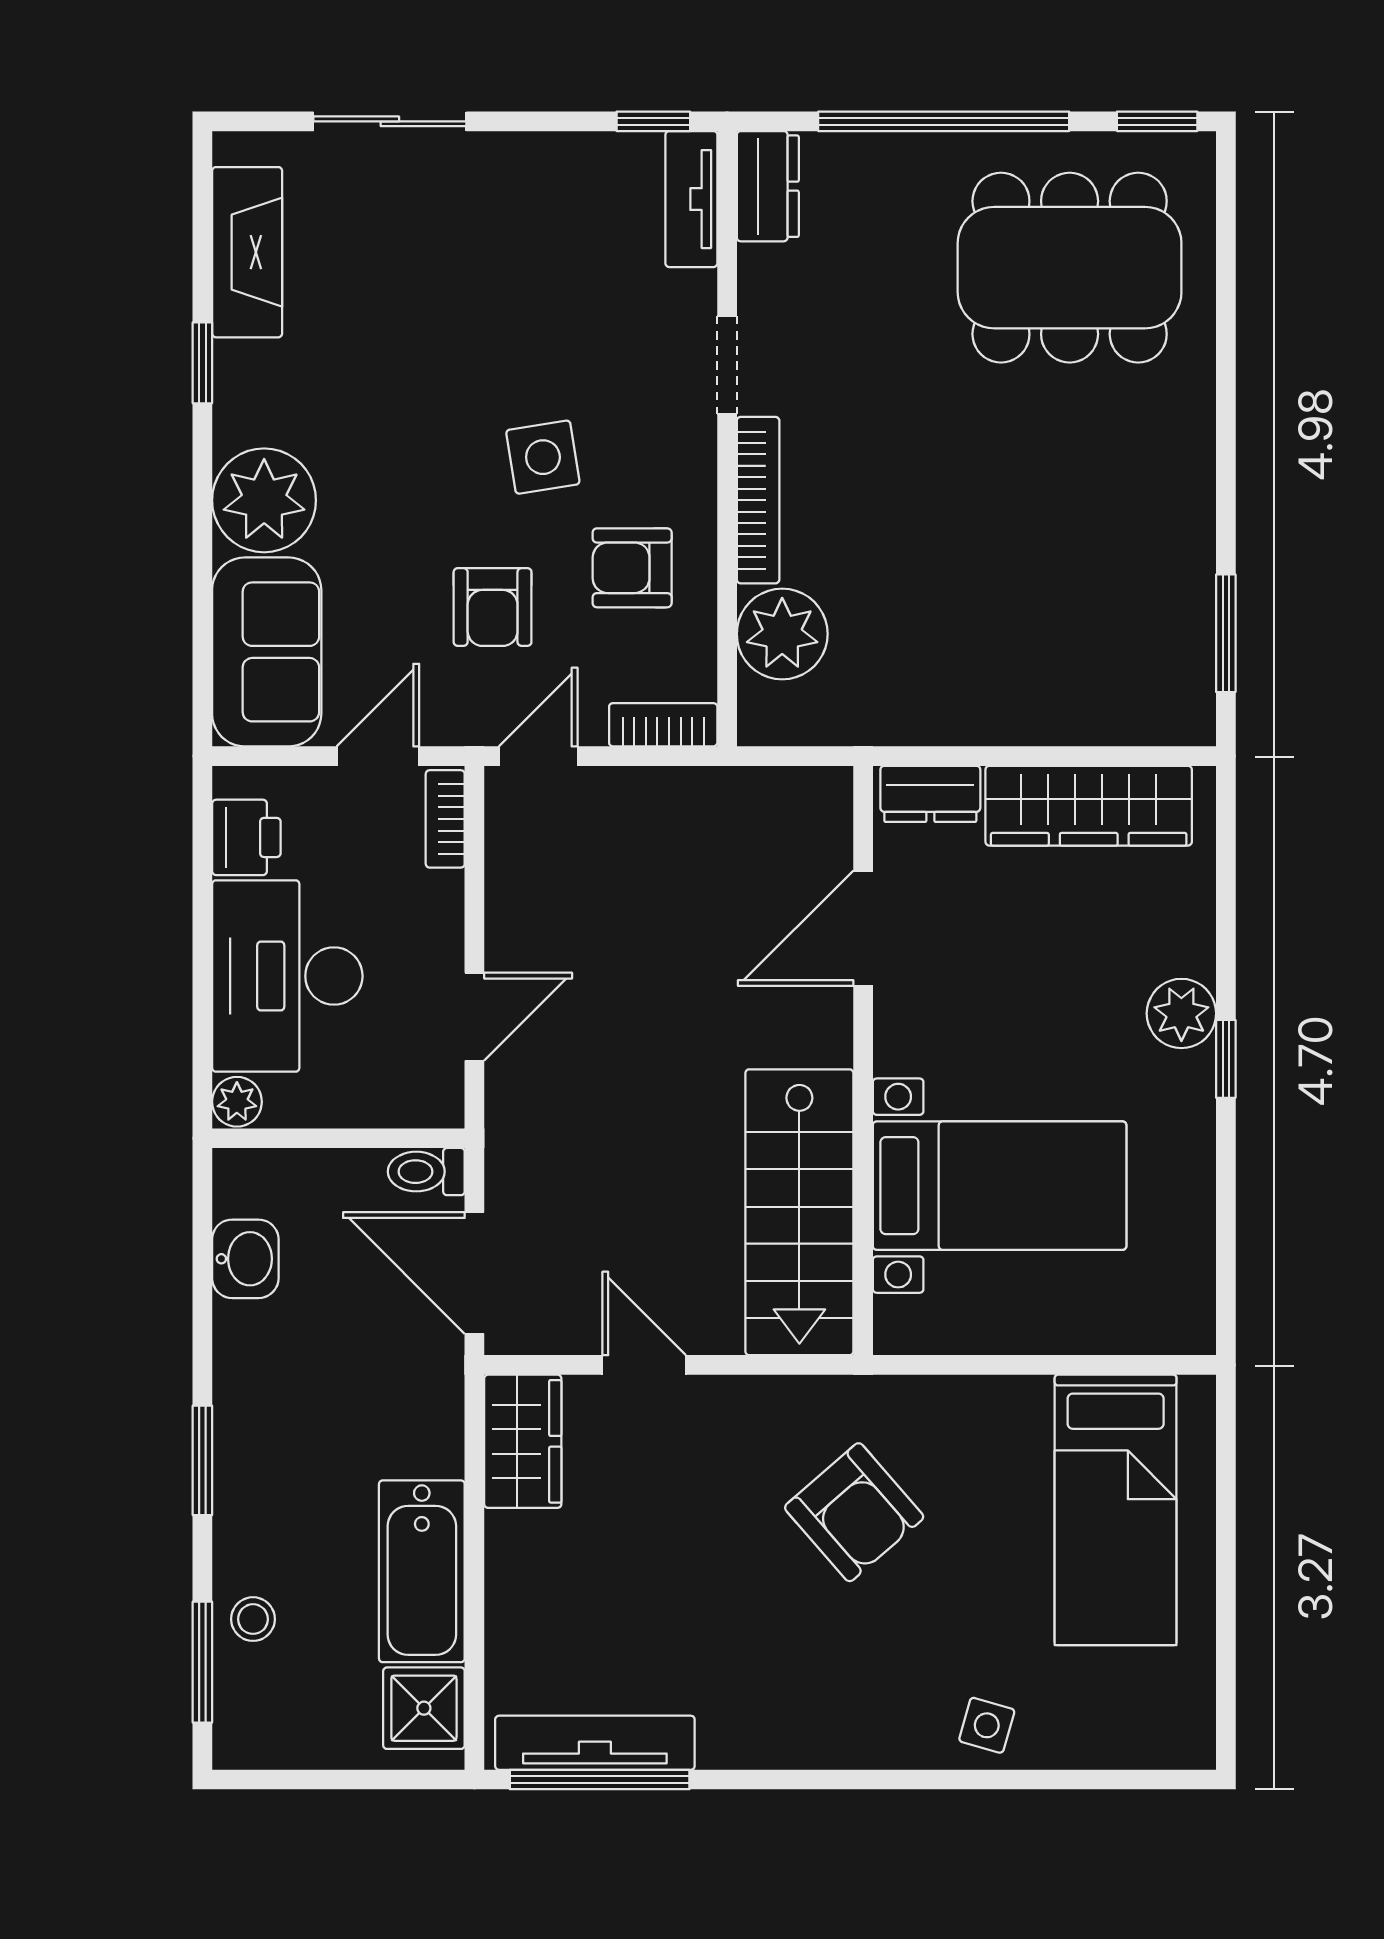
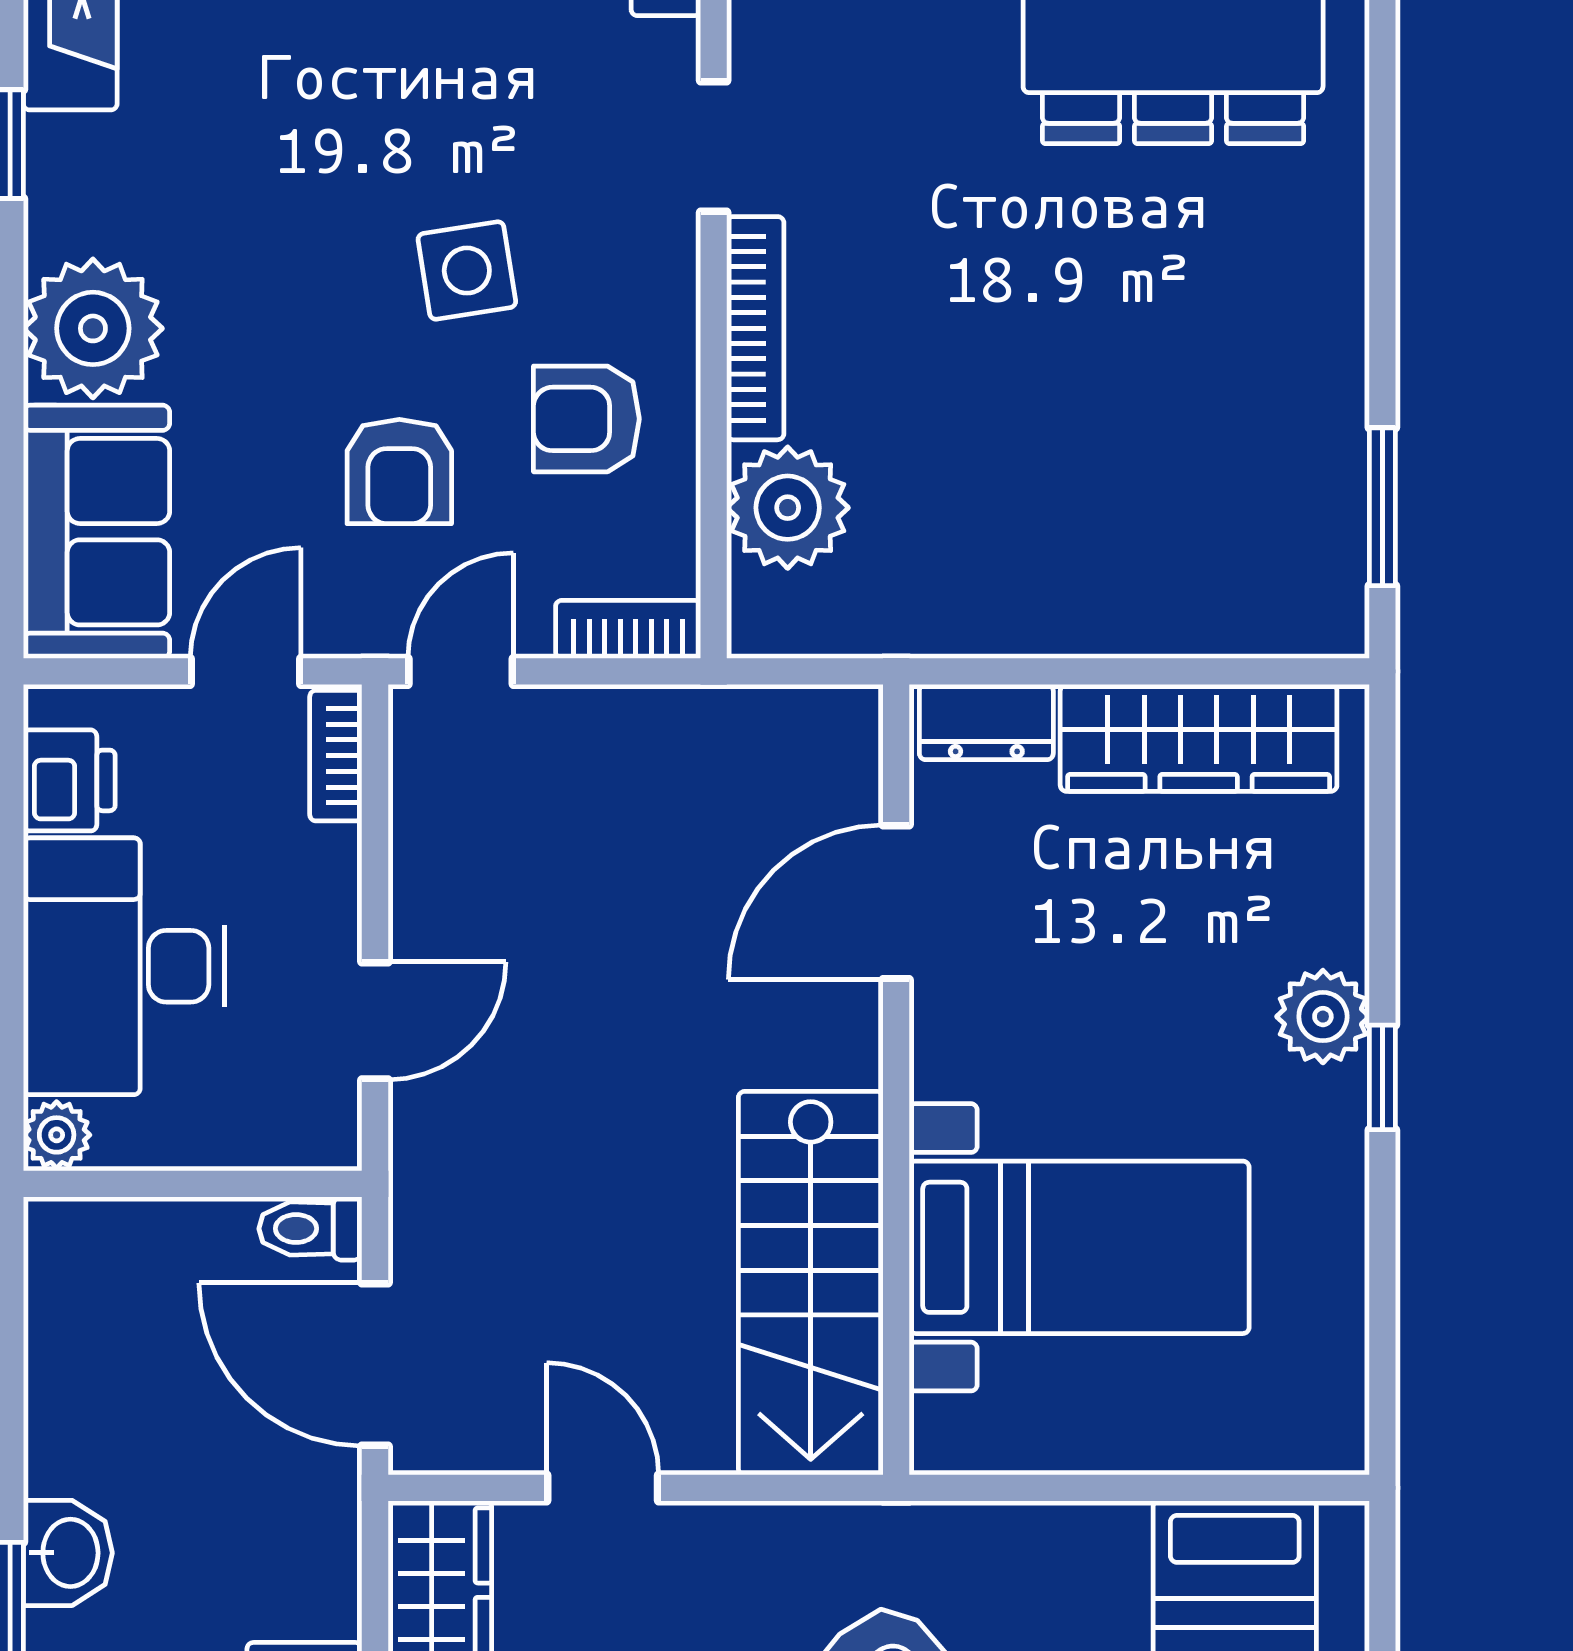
washbasin: (245, 1259) -> (68, 1553), moved

